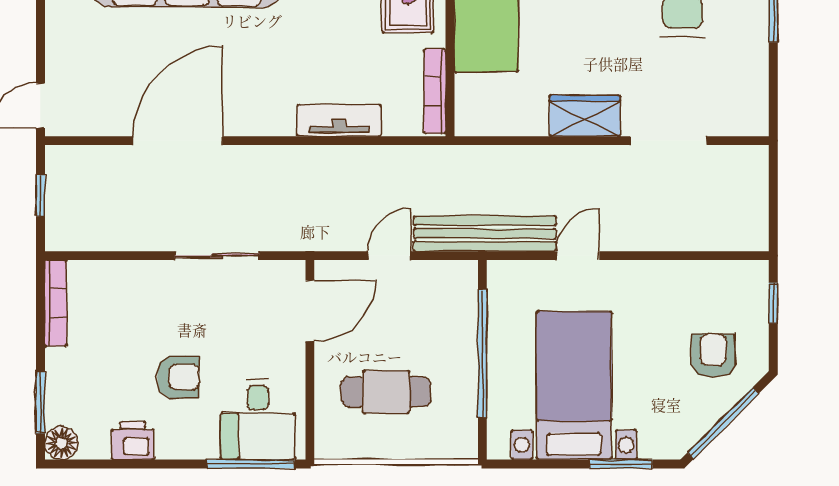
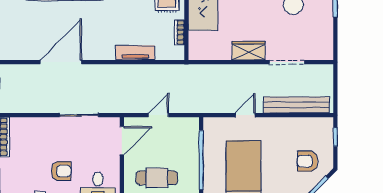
bookcase: (435, 91) -> (179, 32), width x0.64
bench: (485, 234) -> (296, 105), moved
armchair: (713, 356) -> (308, 161), turned -90

